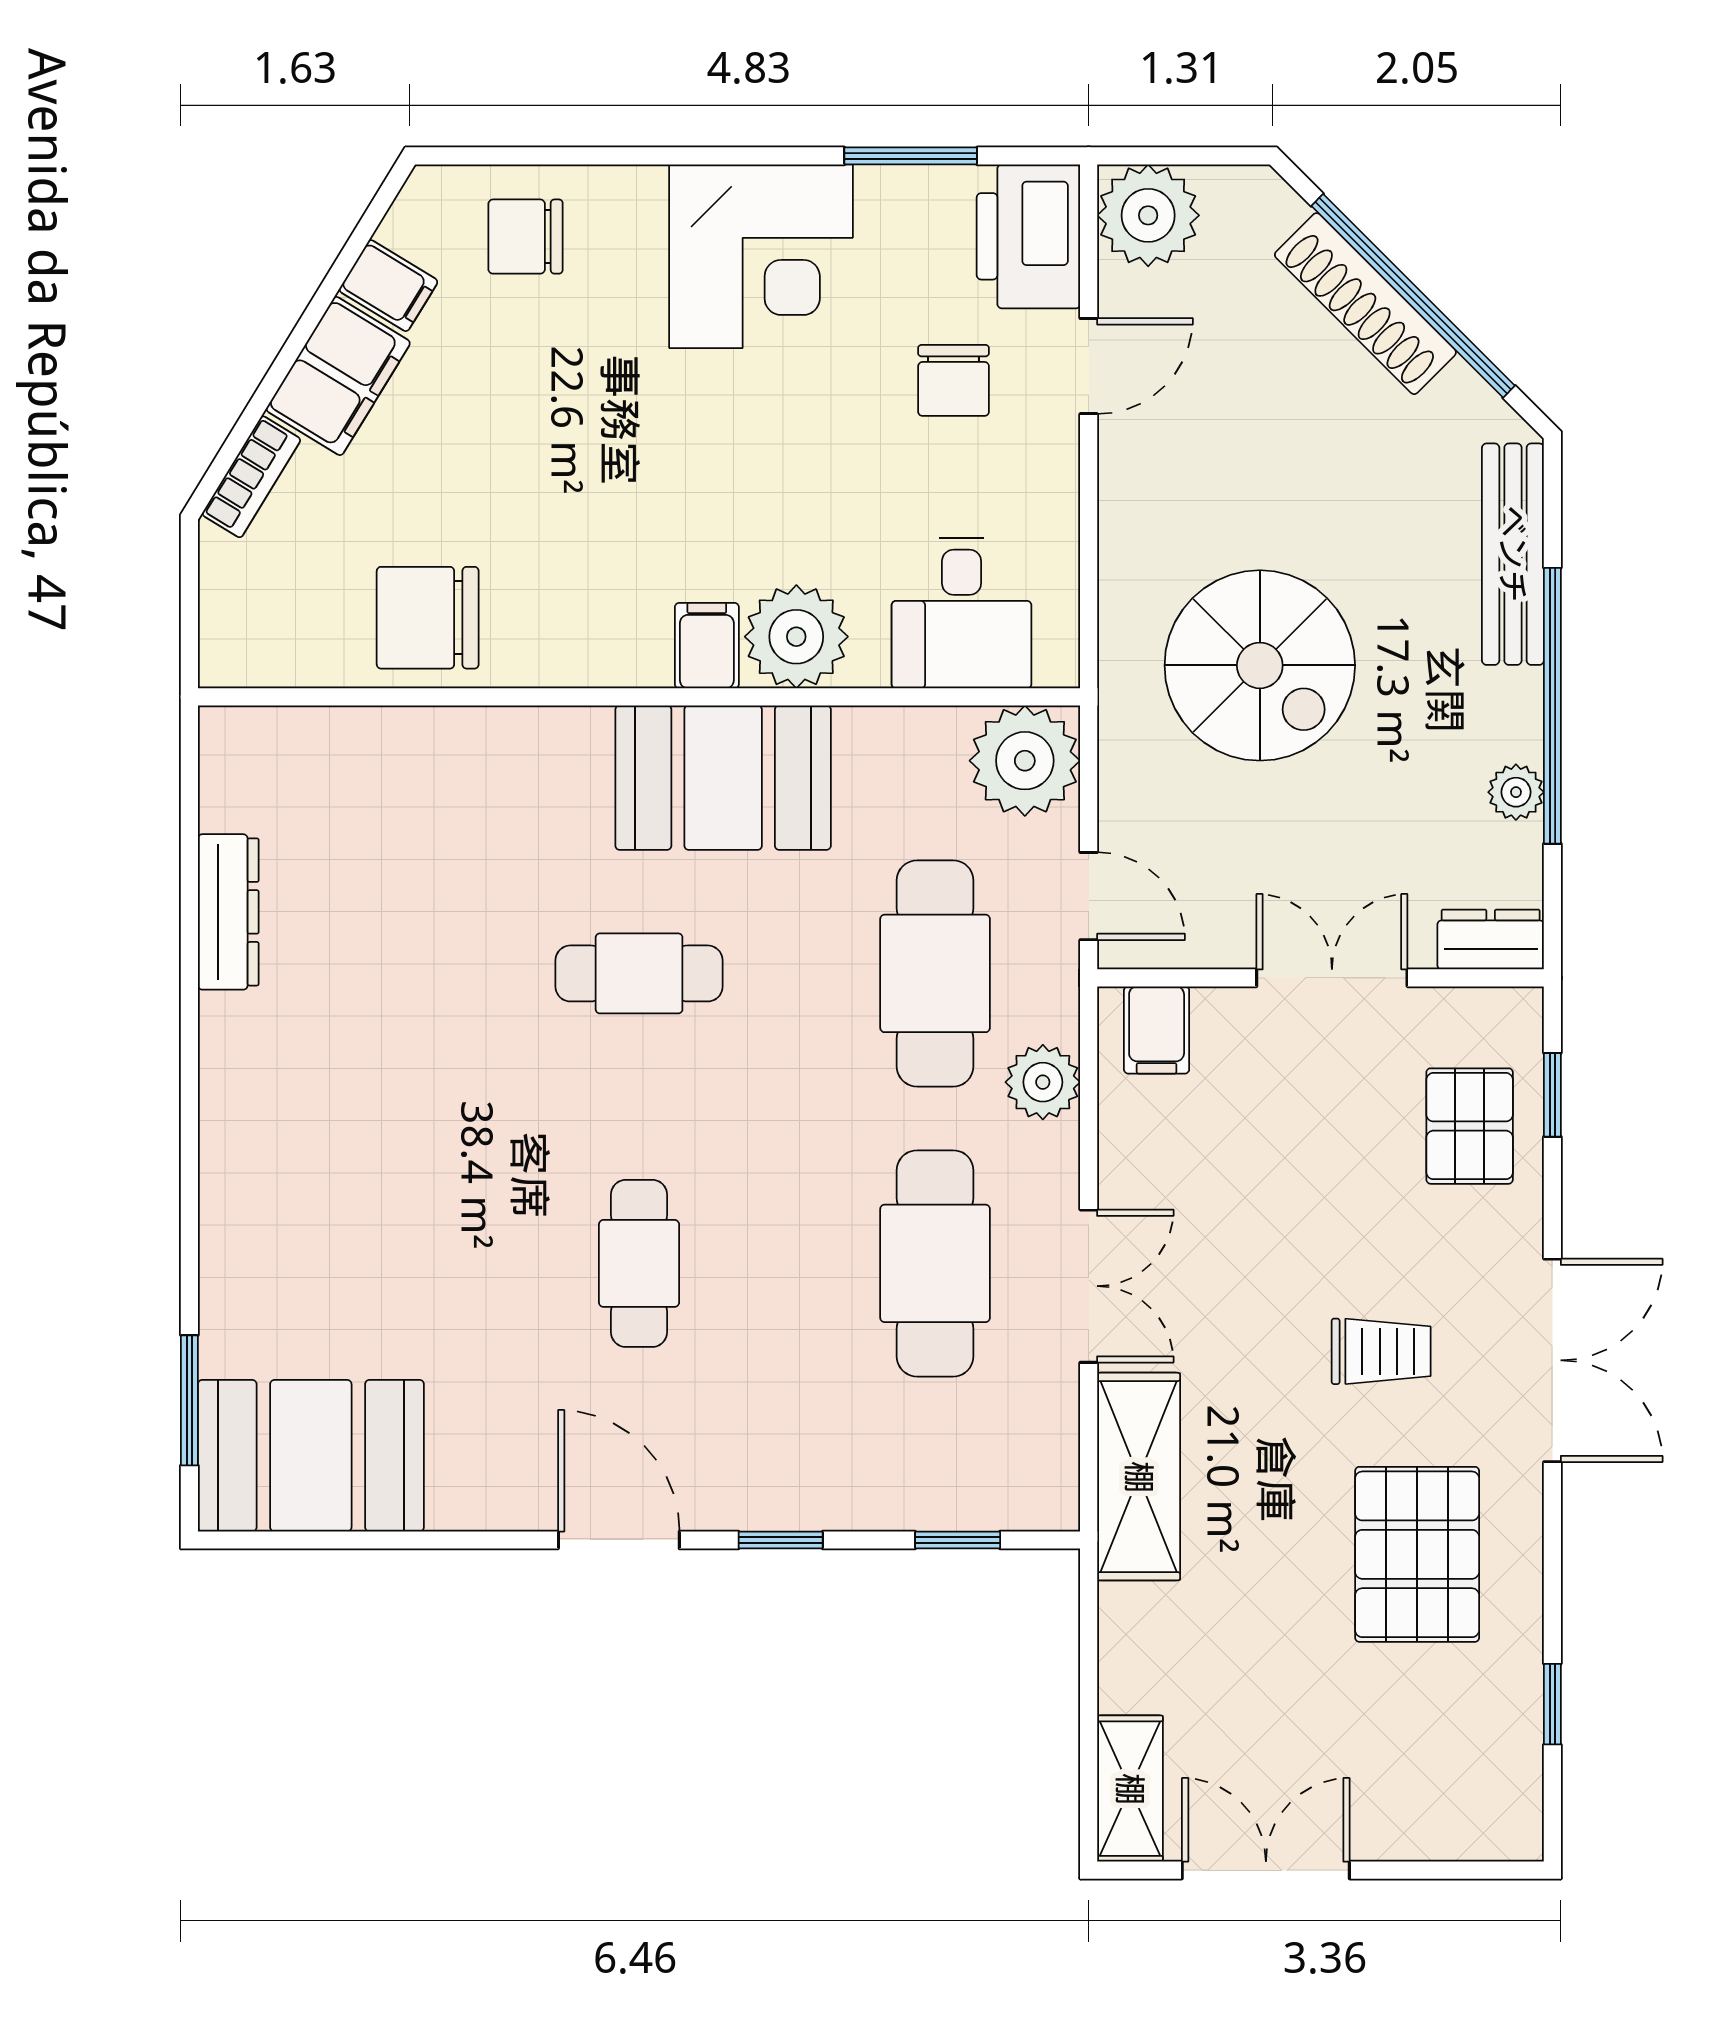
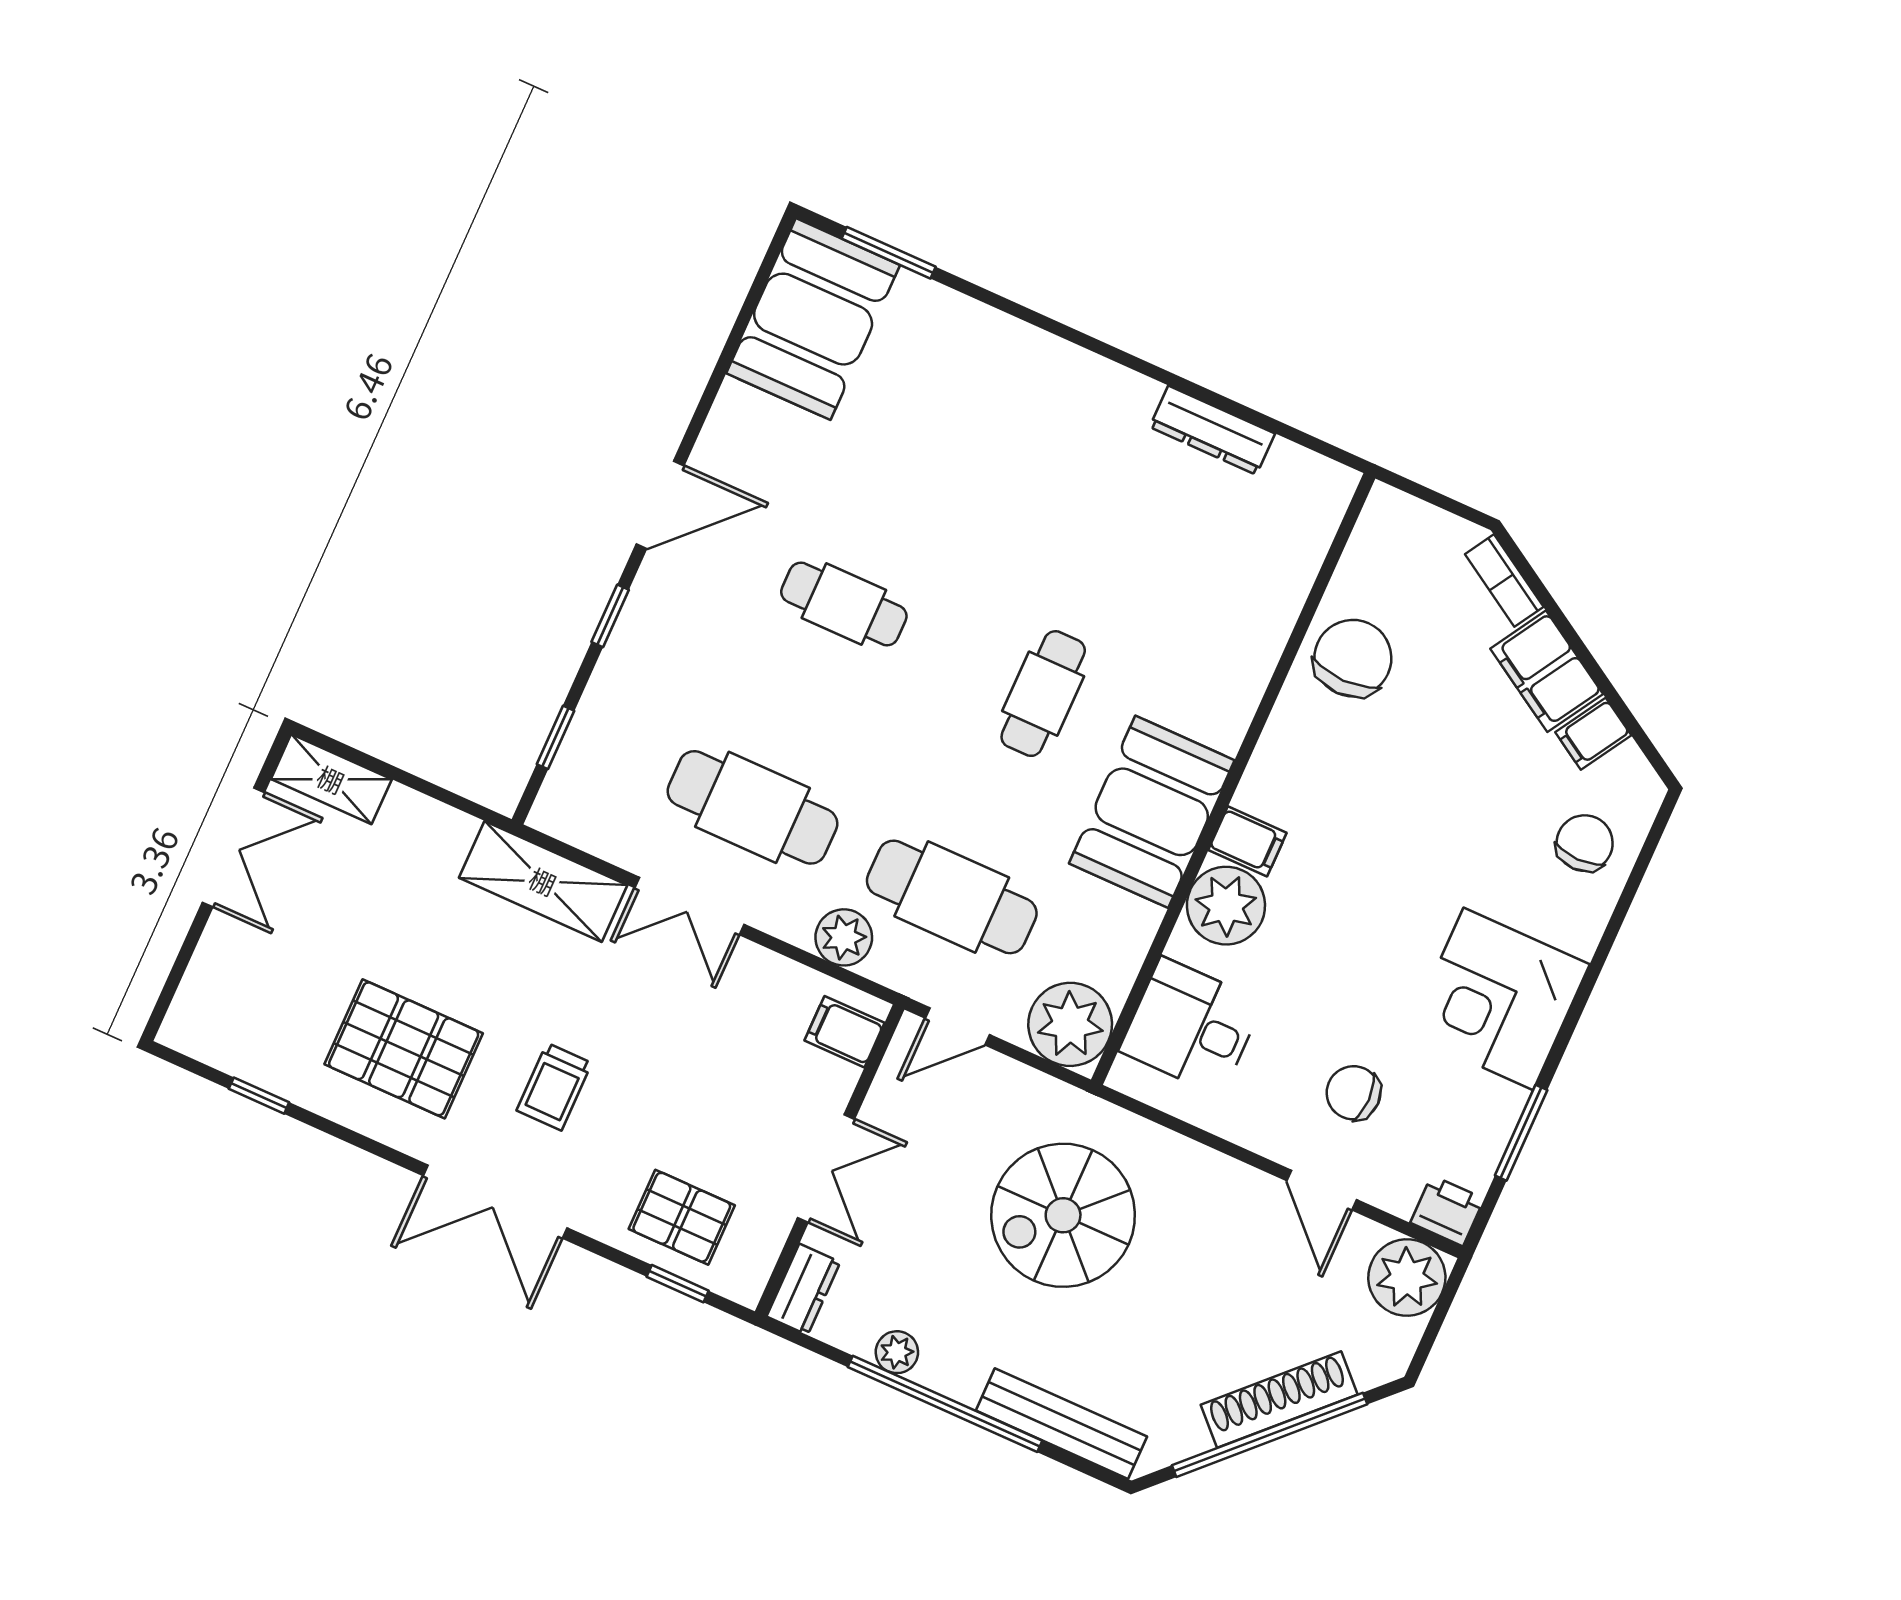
printer: (1028, 236) -> (1447, 1211), width x0.53, depth x0.68

